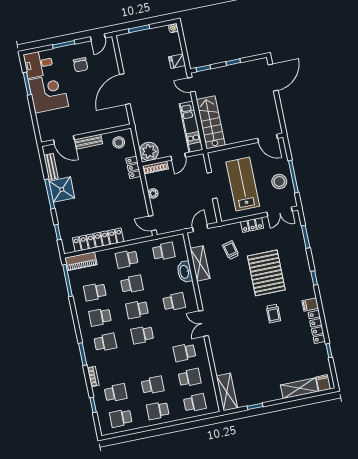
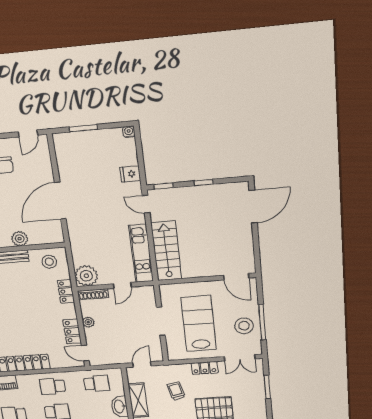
plant: (94, 125) -> (20, 239), added
locker: (140, 204) -> (72, 331), added

